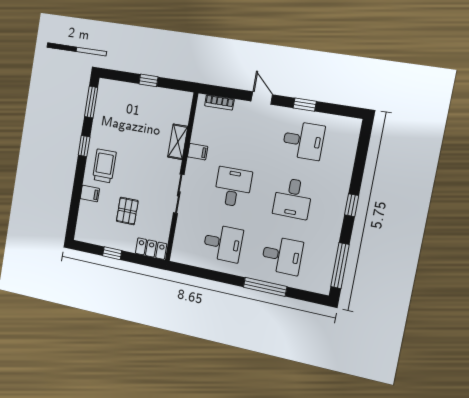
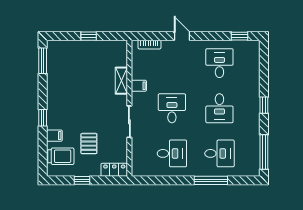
window: (305, 105) -> (240, 36), moved
desk: (303, 140) -> (219, 63), turned -90
window: (84, 146) -> (43, 118), moved
trolley: (104, 166) -> (61, 156), moved, turned 90

